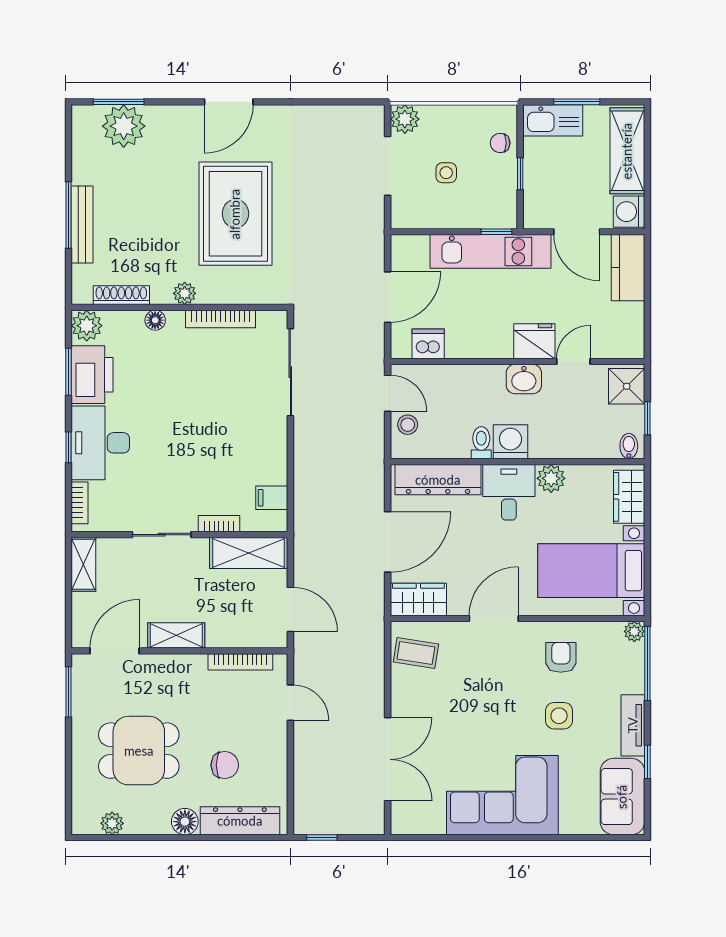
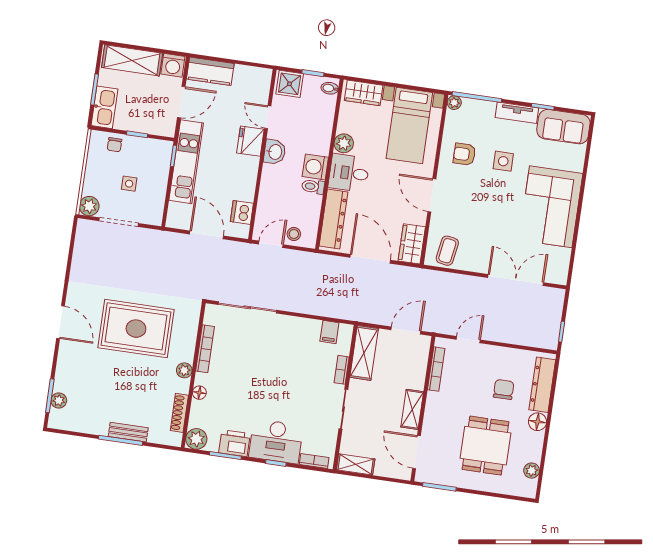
plant: (124, 126) -> (59, 400), width x0.53, depth x0.53
bench: (82, 225) -> (128, 432), width x0.73
printer: (92, 375) -> (235, 443), width x0.73, depth x0.84

